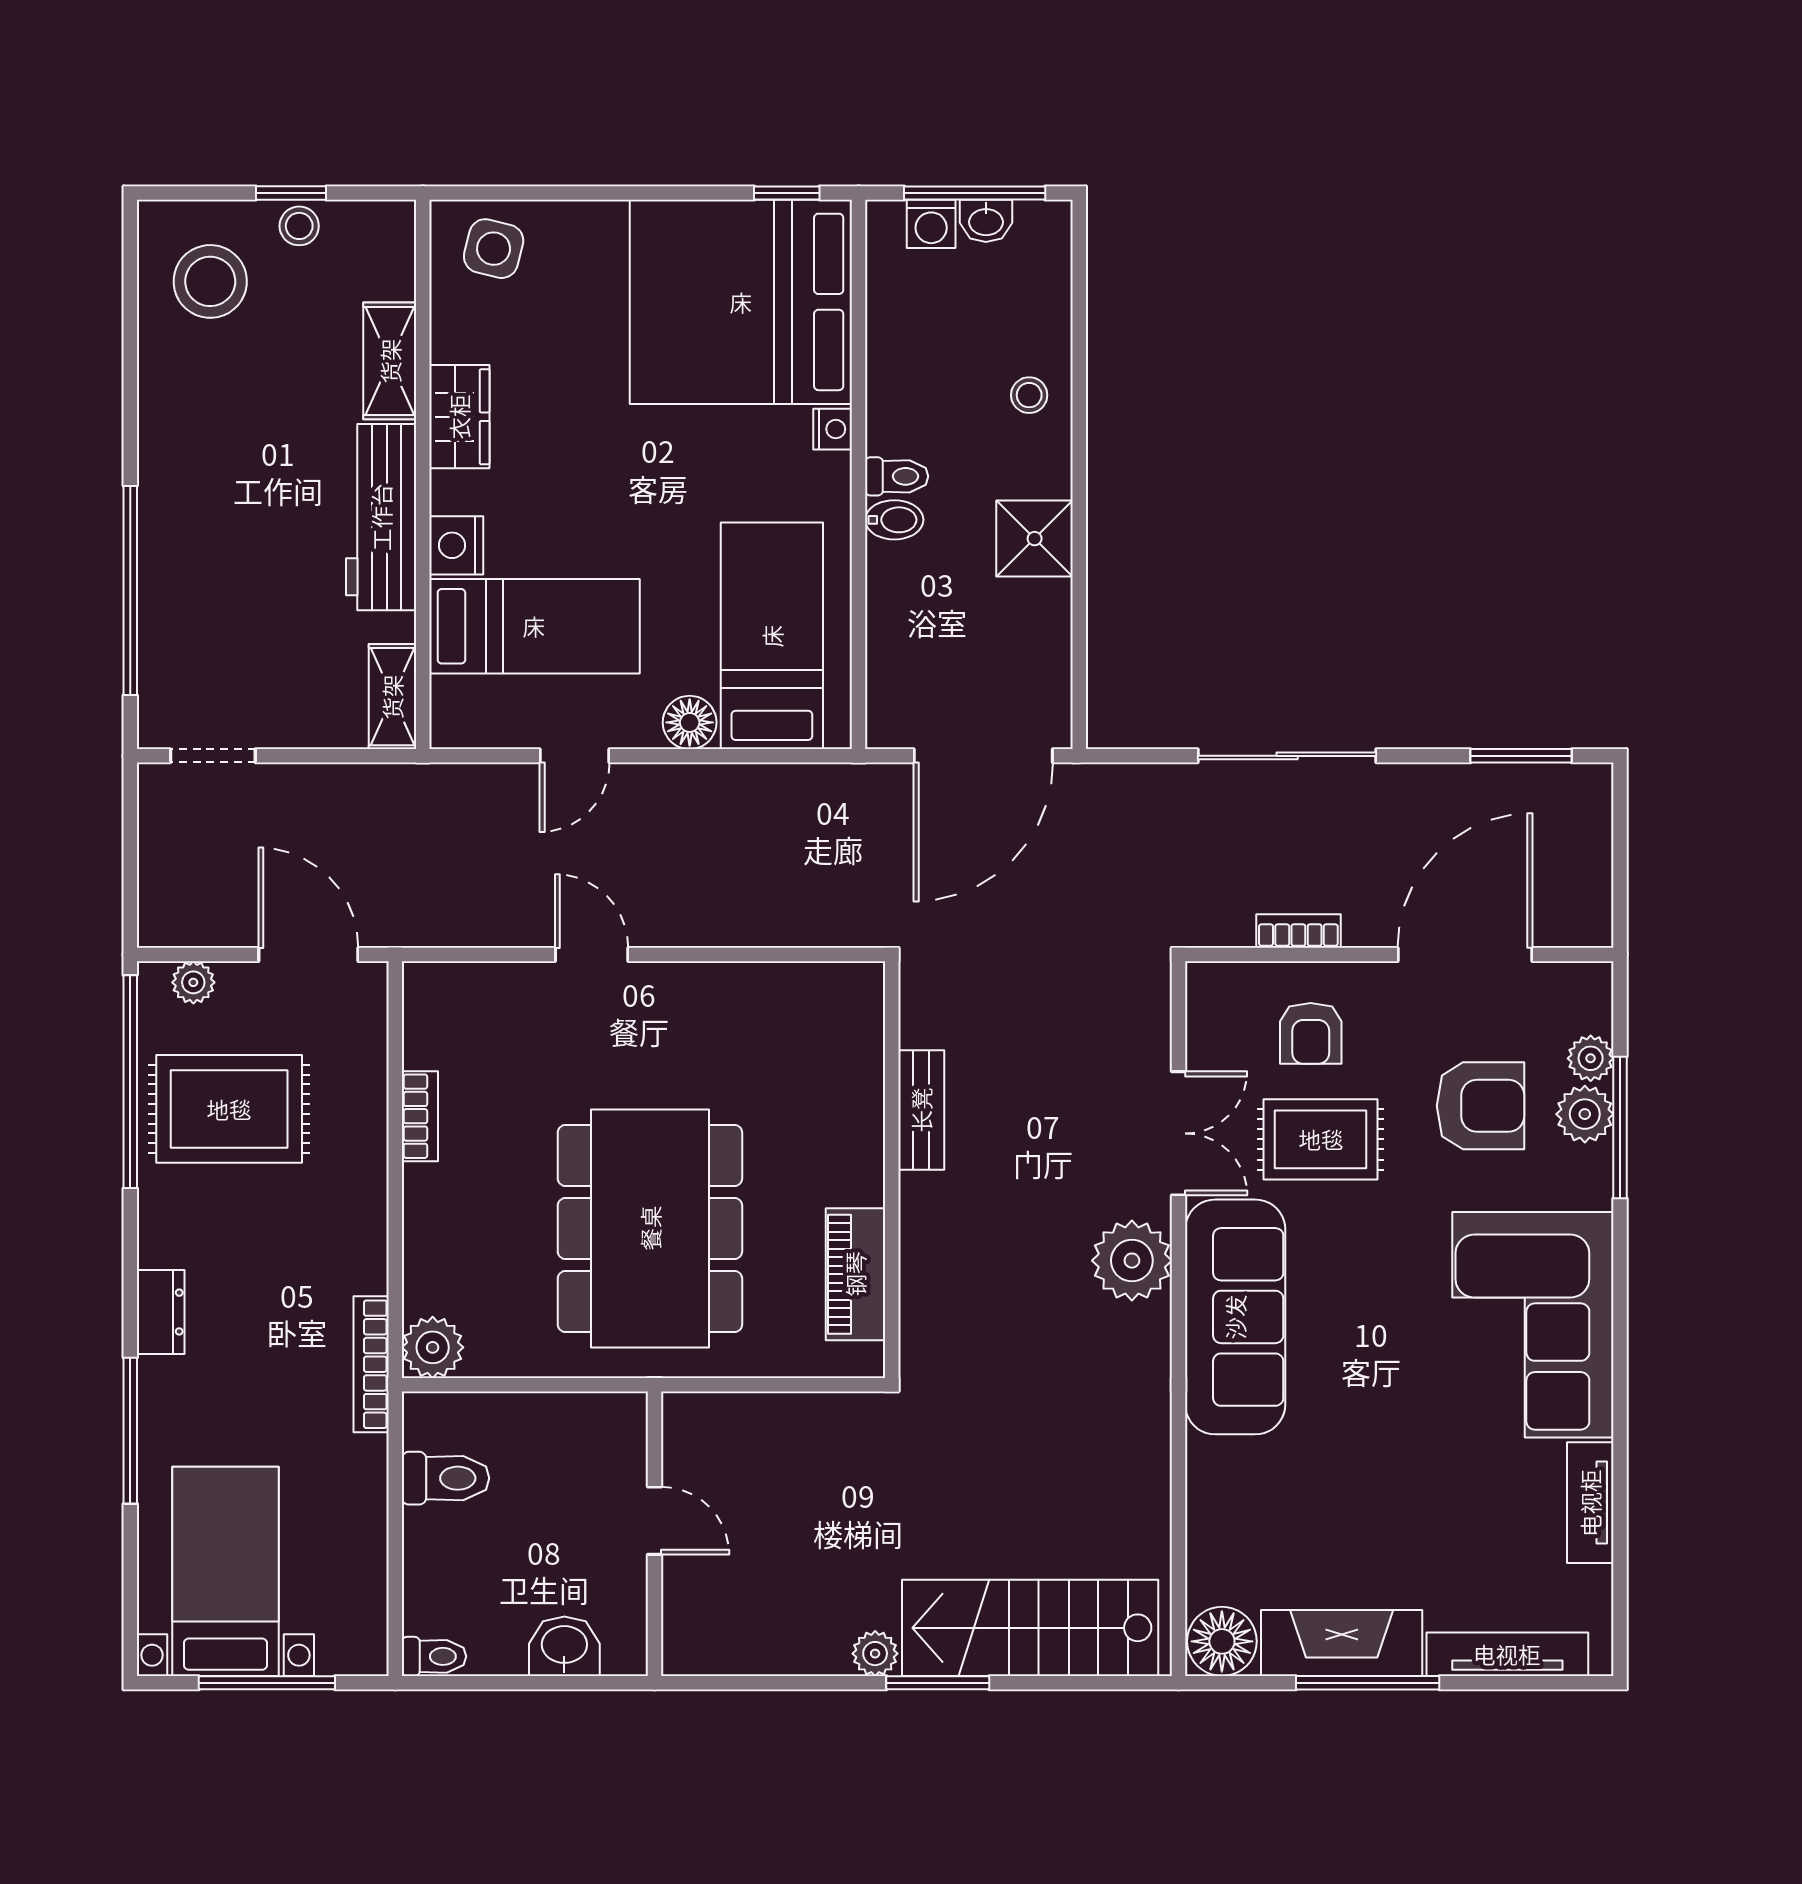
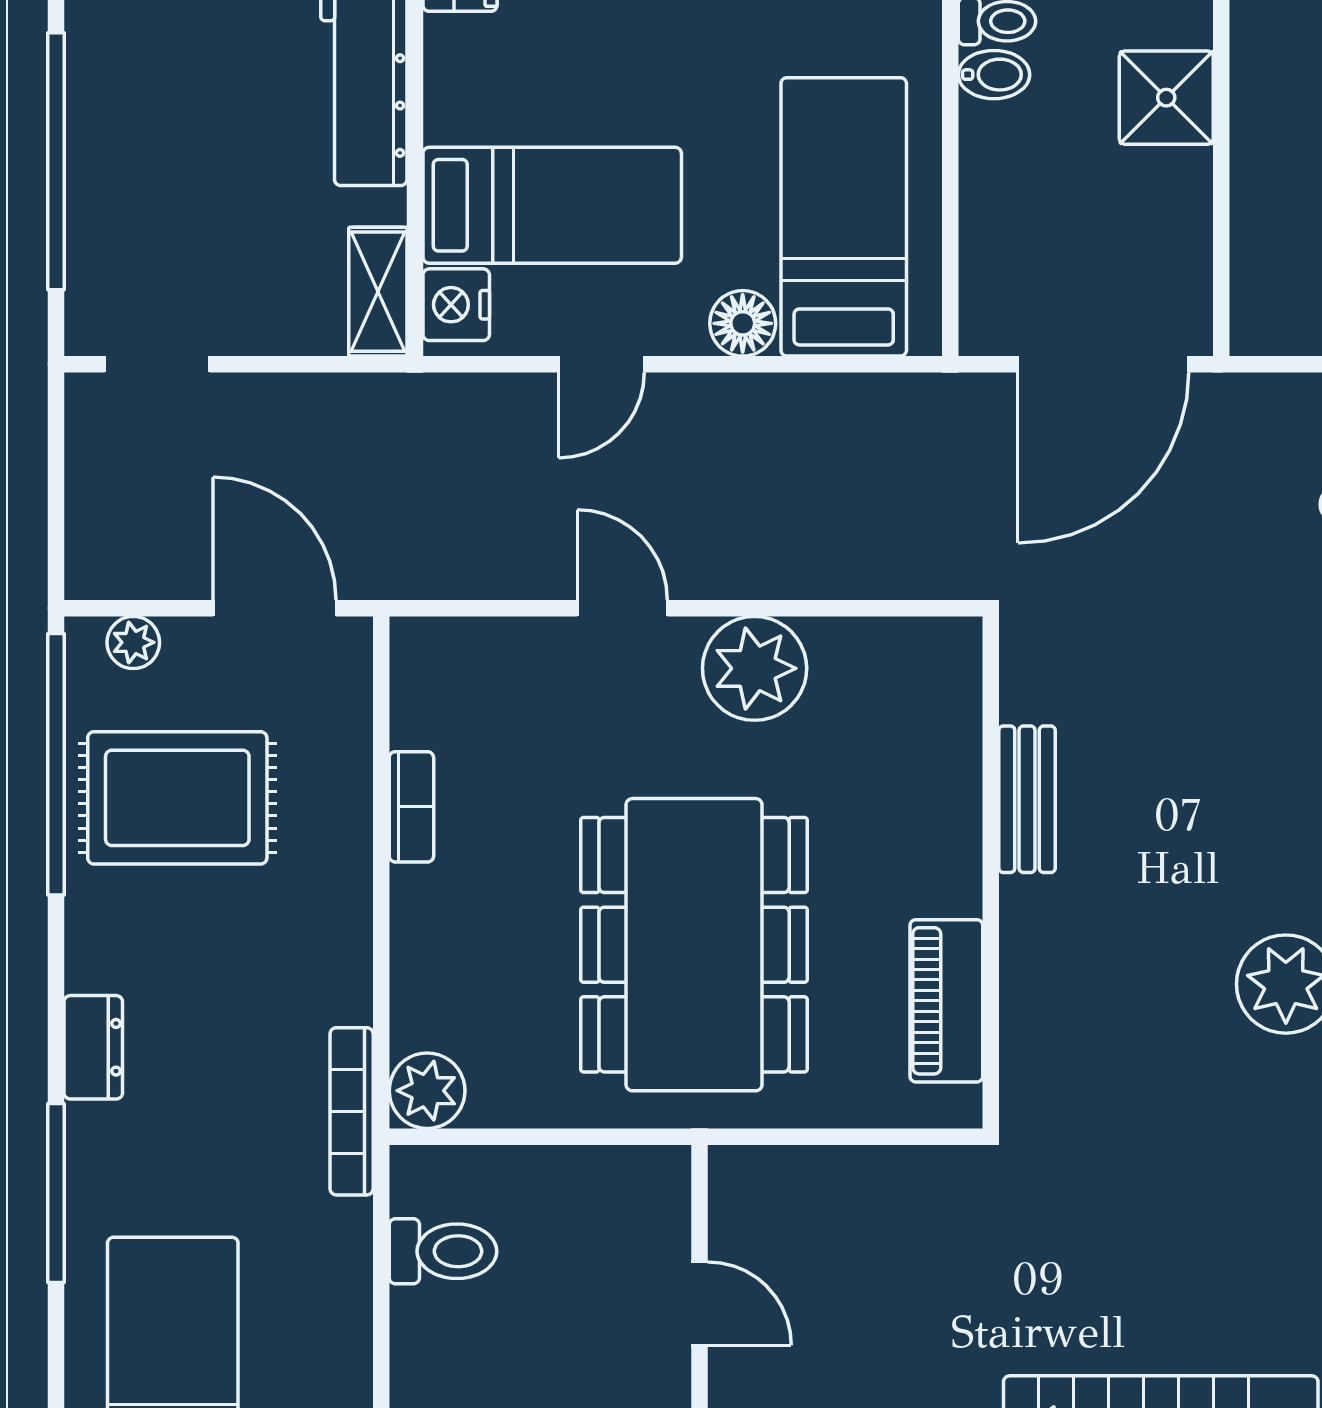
nightstand: (456, 545) -> (456, 305), moved
plant: (699, 1003) -> (755, 668), added

